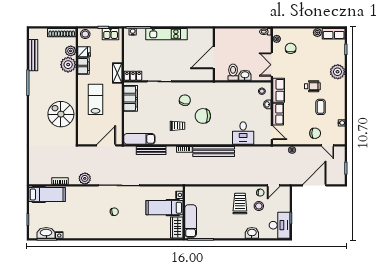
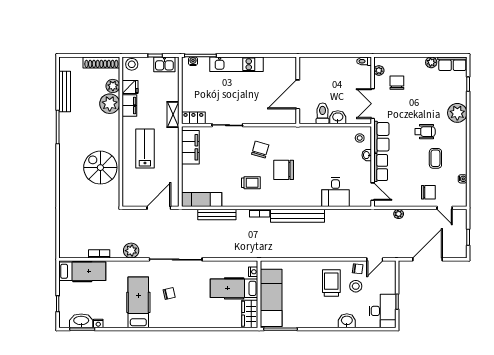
hospital bed: (90, 219) -> (138, 302), added
exam couch: (191, 221) -> (271, 298), width x1.36, depth x1.45

